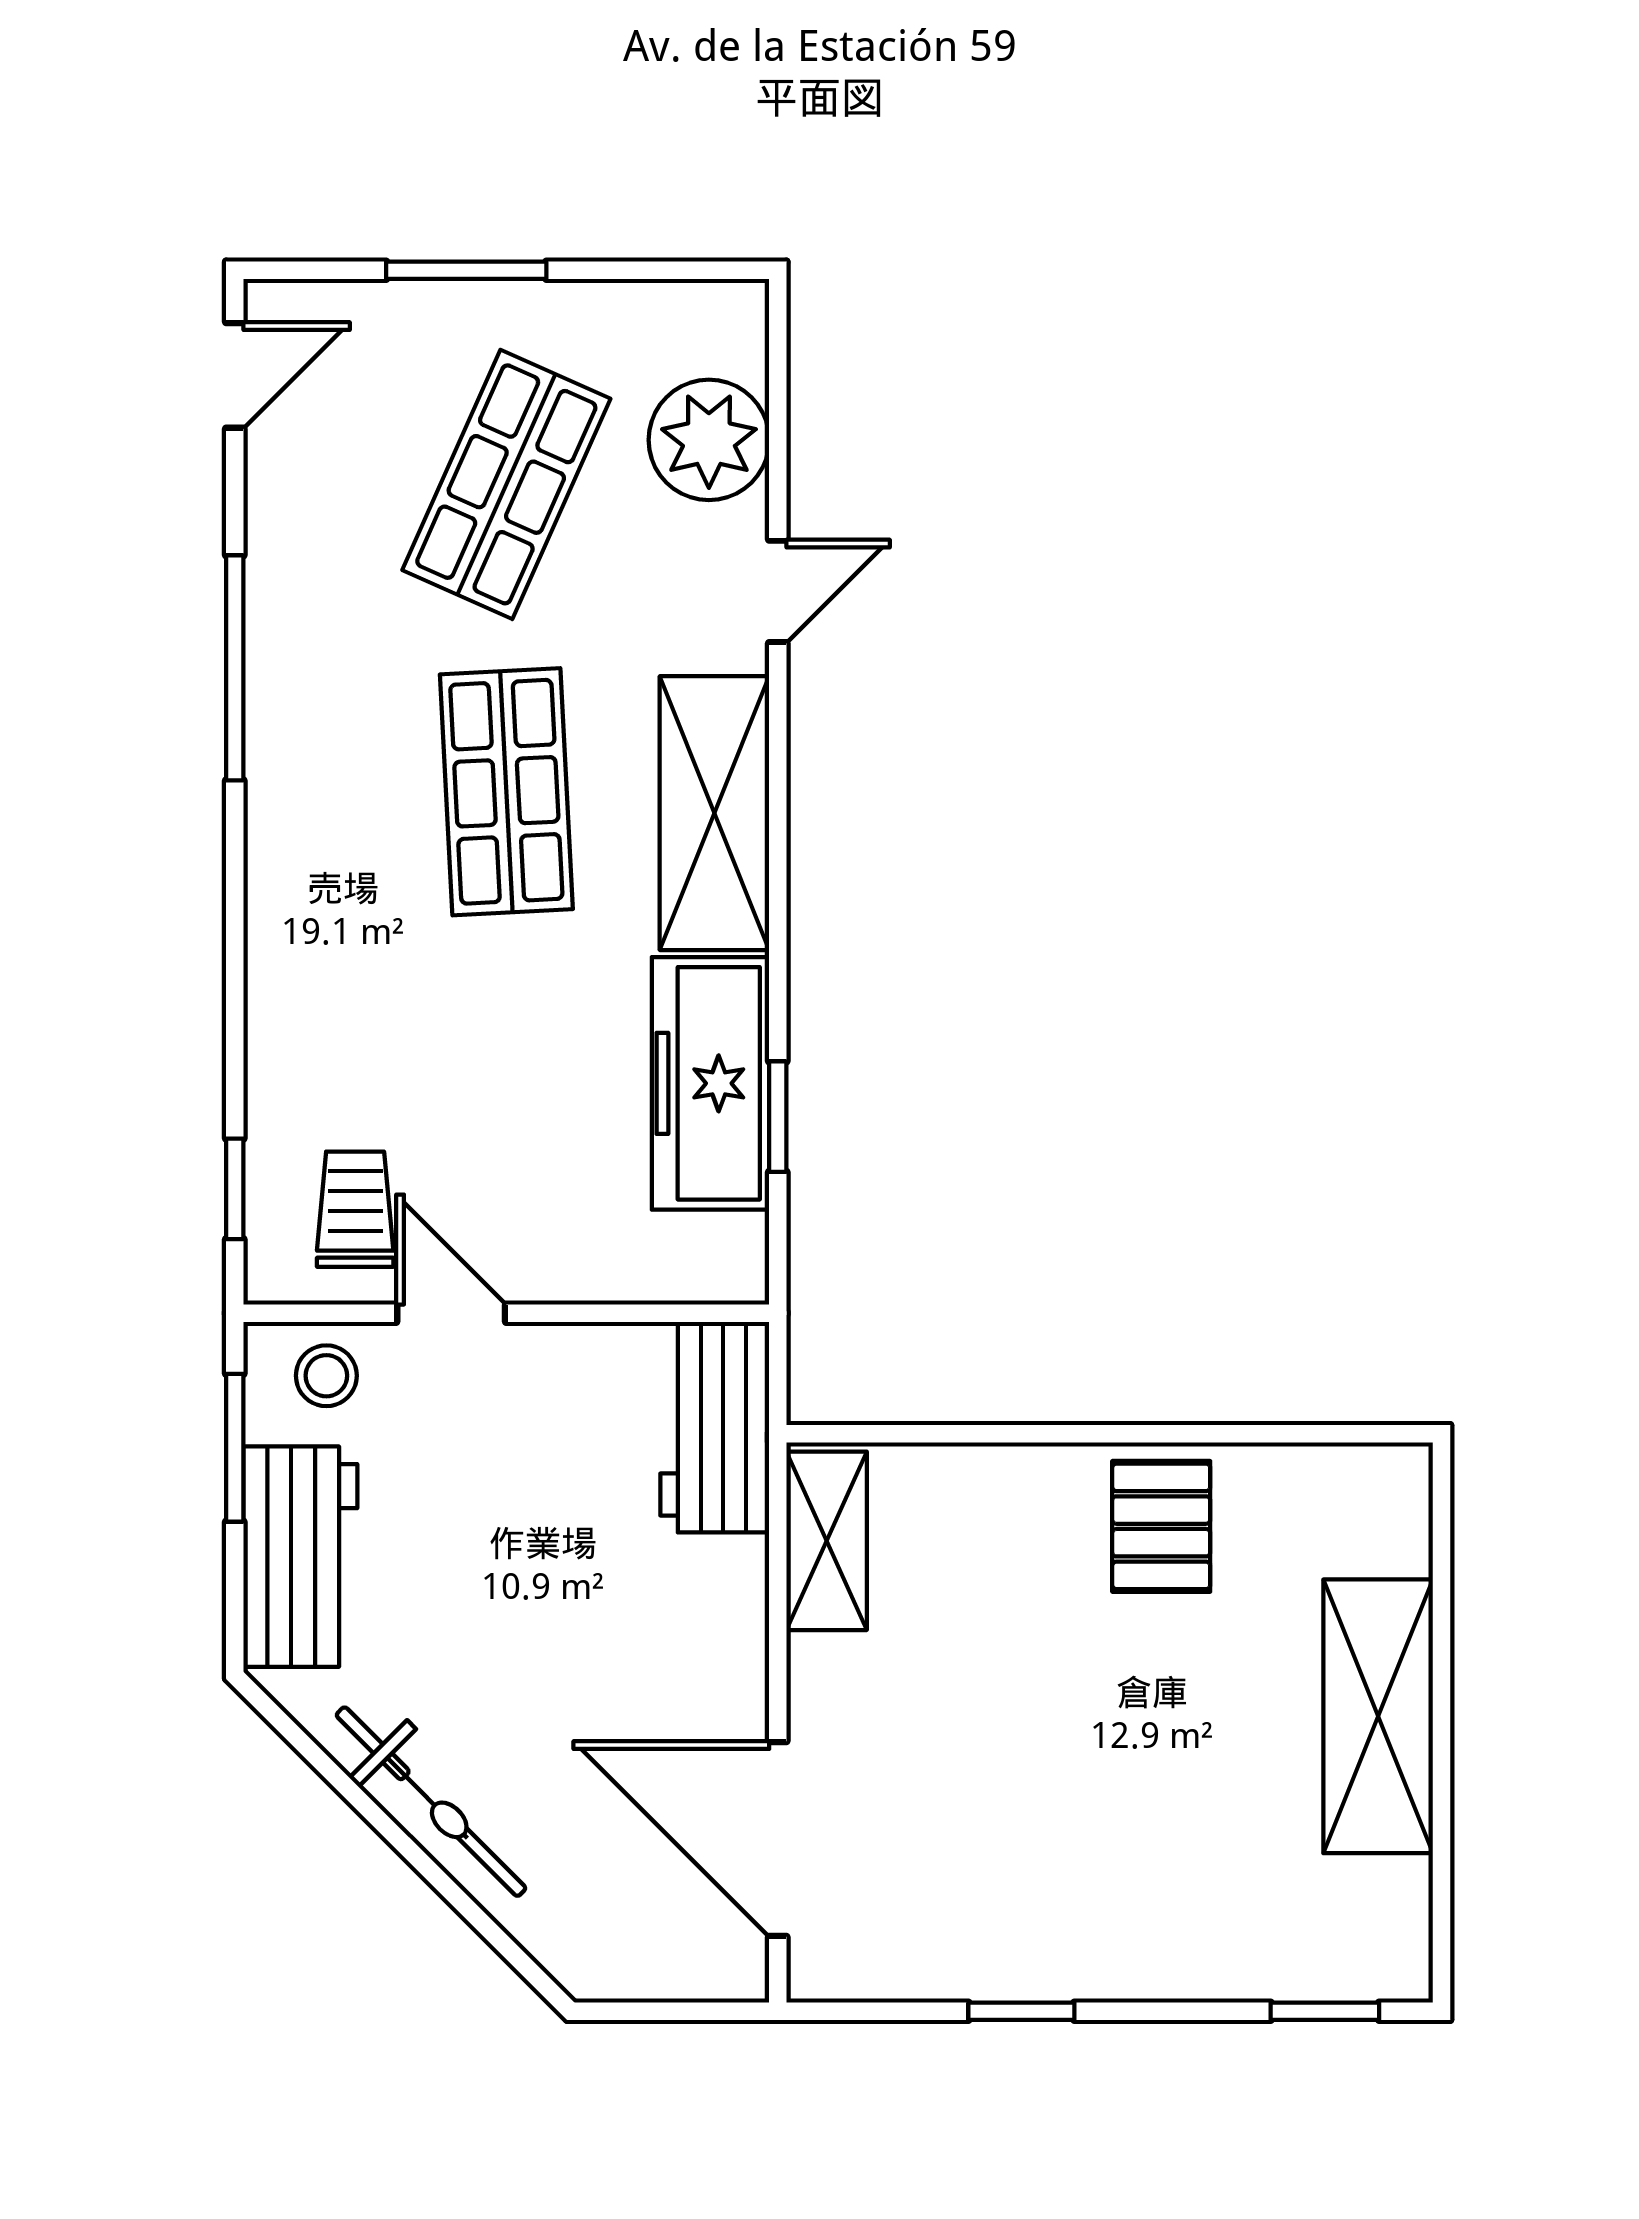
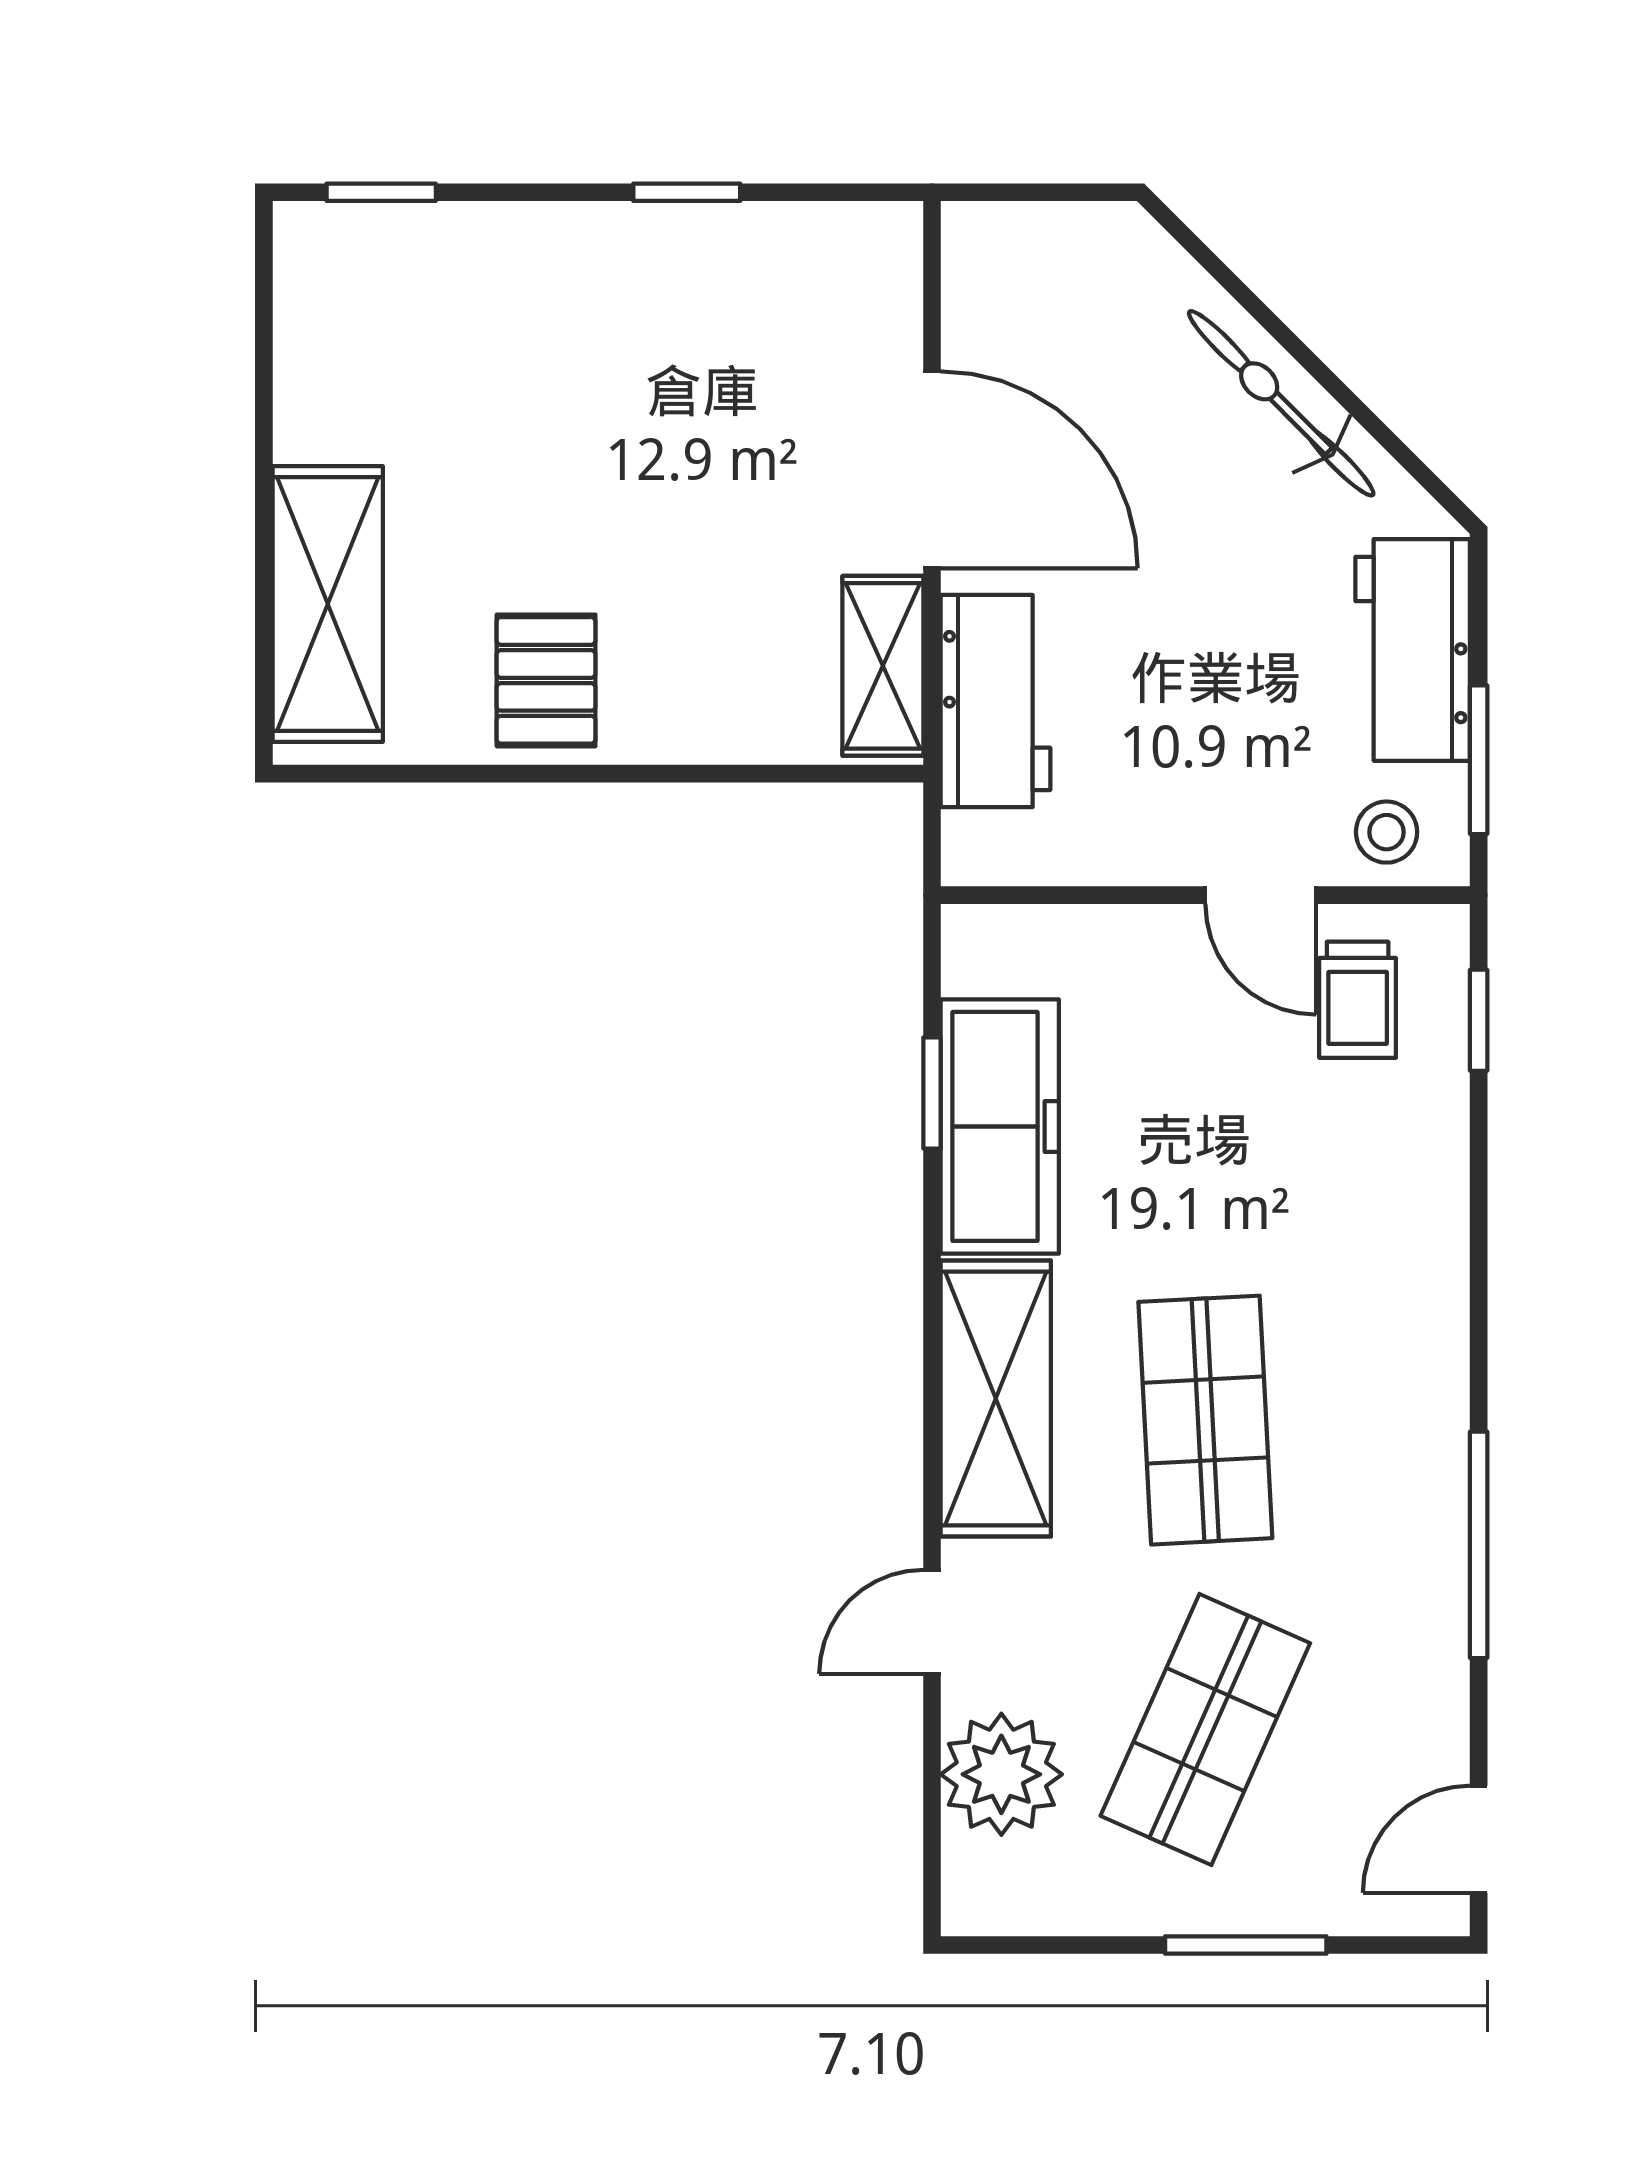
workbench: (715, 1427) -> (995, 701), moved
shelving: (1378, 1716) -> (328, 604), moved
door: (778, 1839) -> (932, 470), moved

